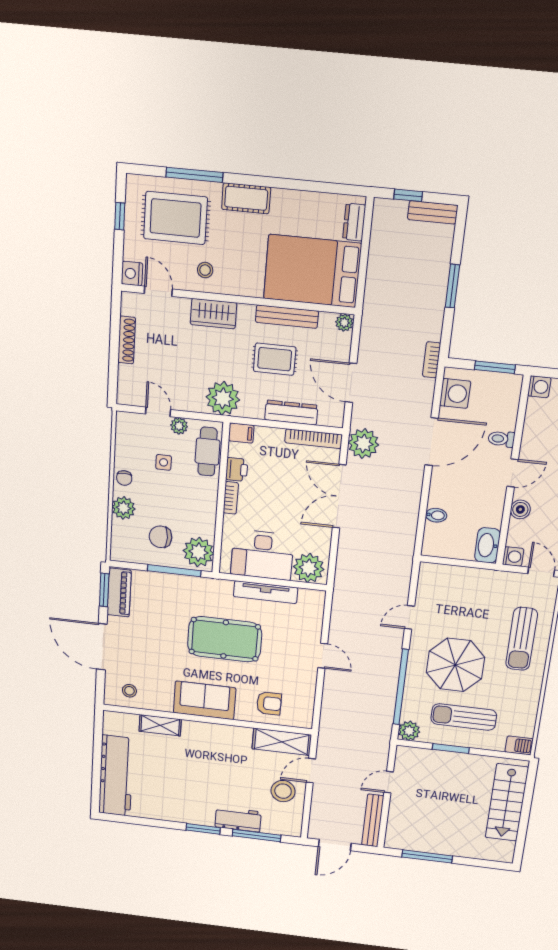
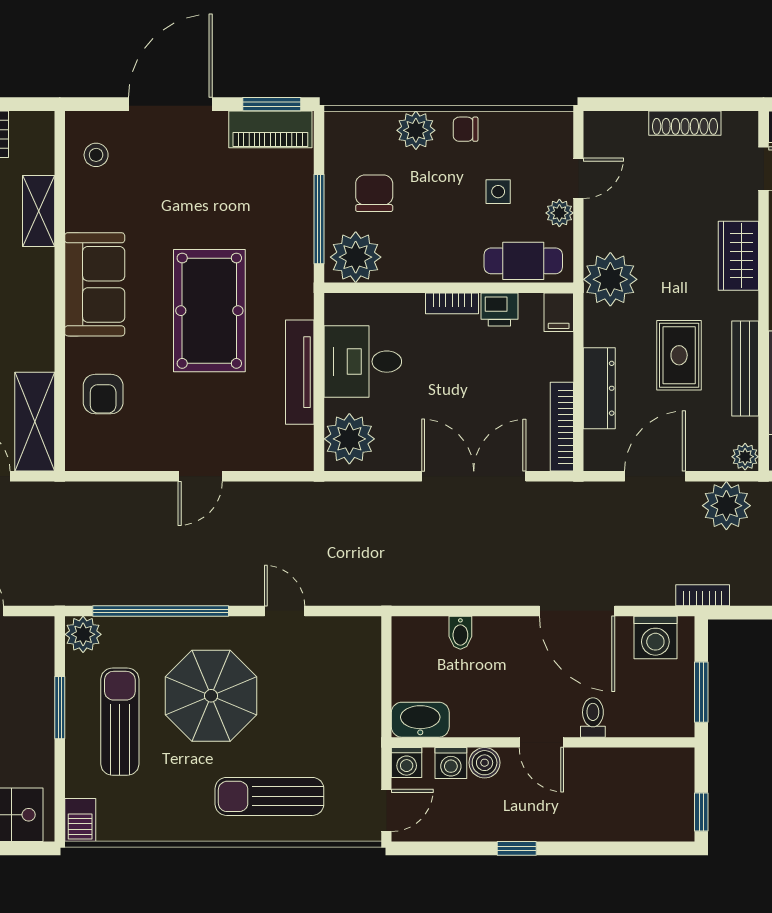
washing machine: (539, 387) -> (451, 763), moved
plant: (363, 444) -> (726, 506), moved
desk: (262, 555) -> (363, 362), width x0.73

